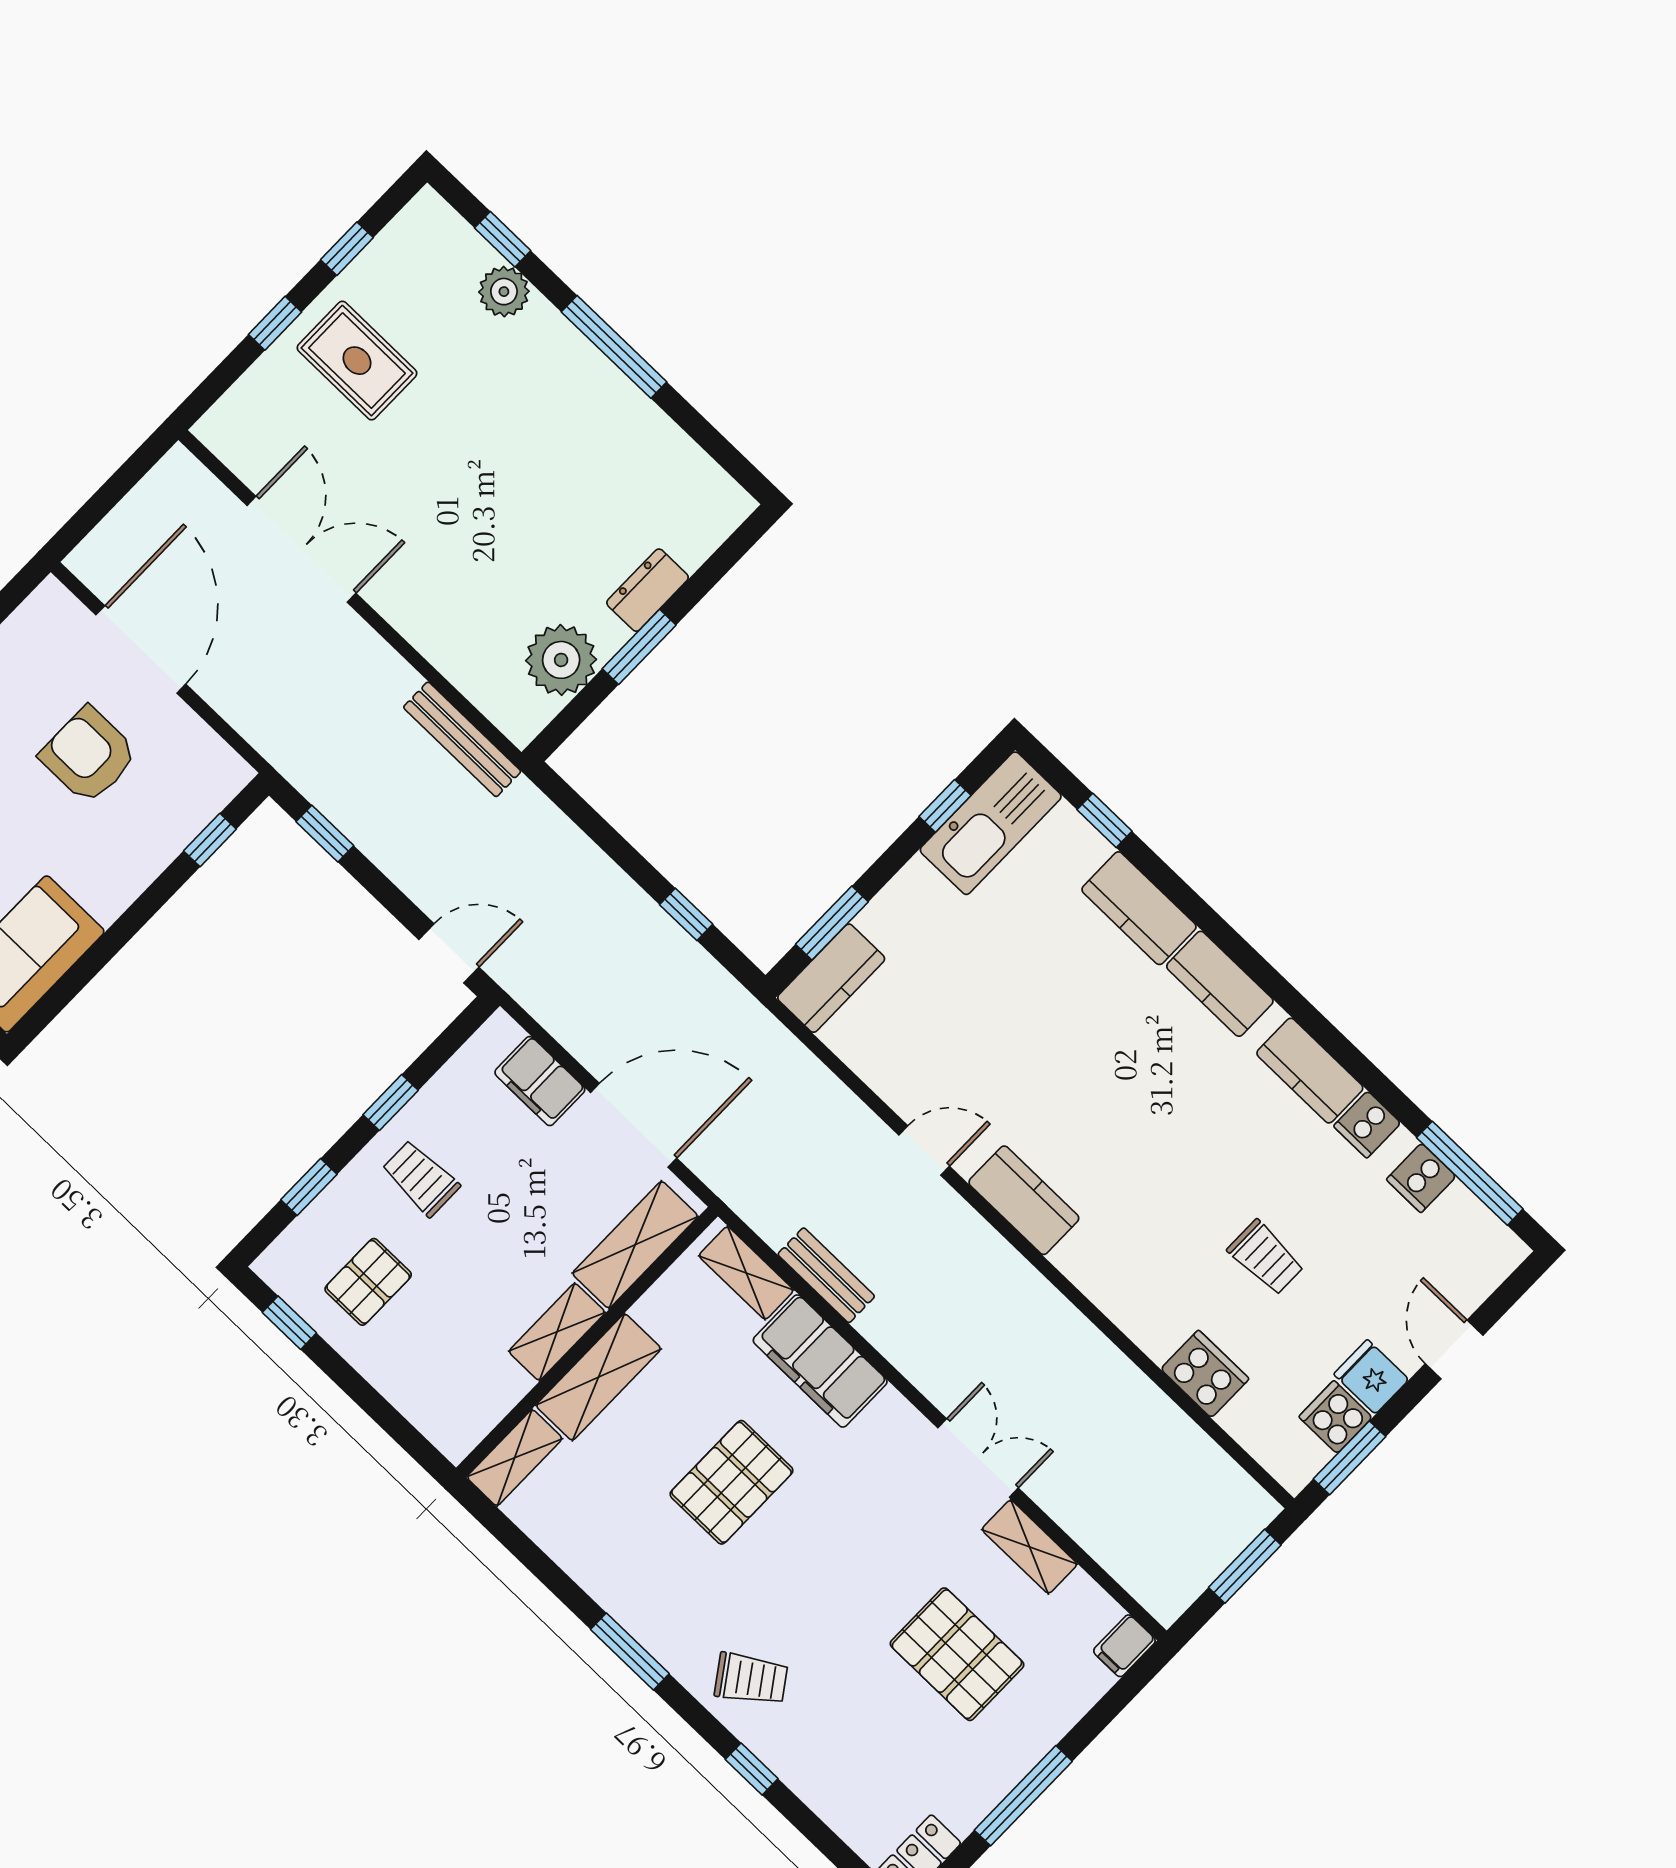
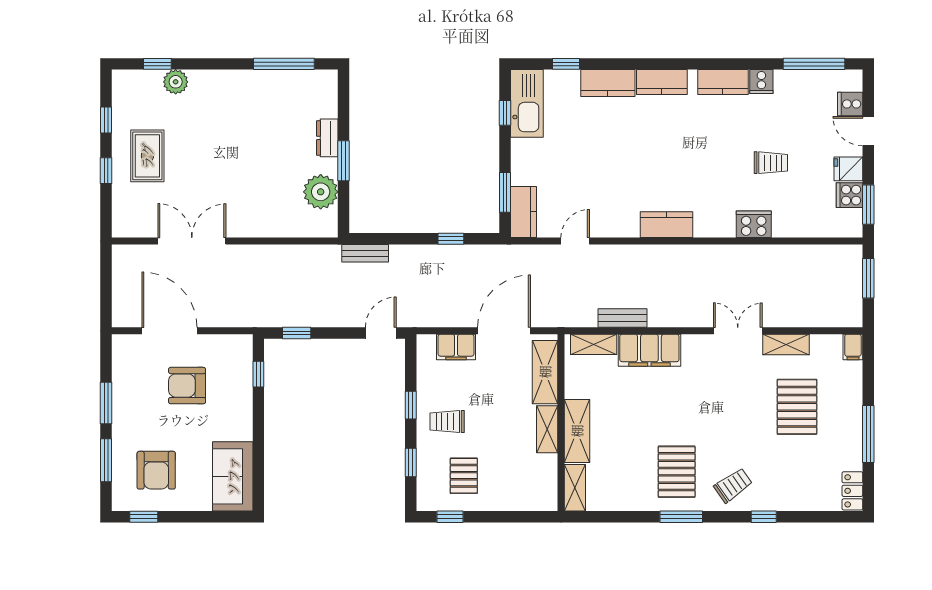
window: (614, 347) -> (284, 64), moved
rug: (357, 361) -> (147, 156), turned 90
bench: (462, 739) -> (365, 253), moved, width x0.73
door: (924, 1151) -> (575, 241), moved
cooker: (1421, 1178) -> (850, 104), moved, turned 90
cooker: (1205, 1374) -> (754, 224), moved
pallet: (731, 1482) -> (677, 472), moved
pallet: (957, 1654) -> (797, 407), turned 90

